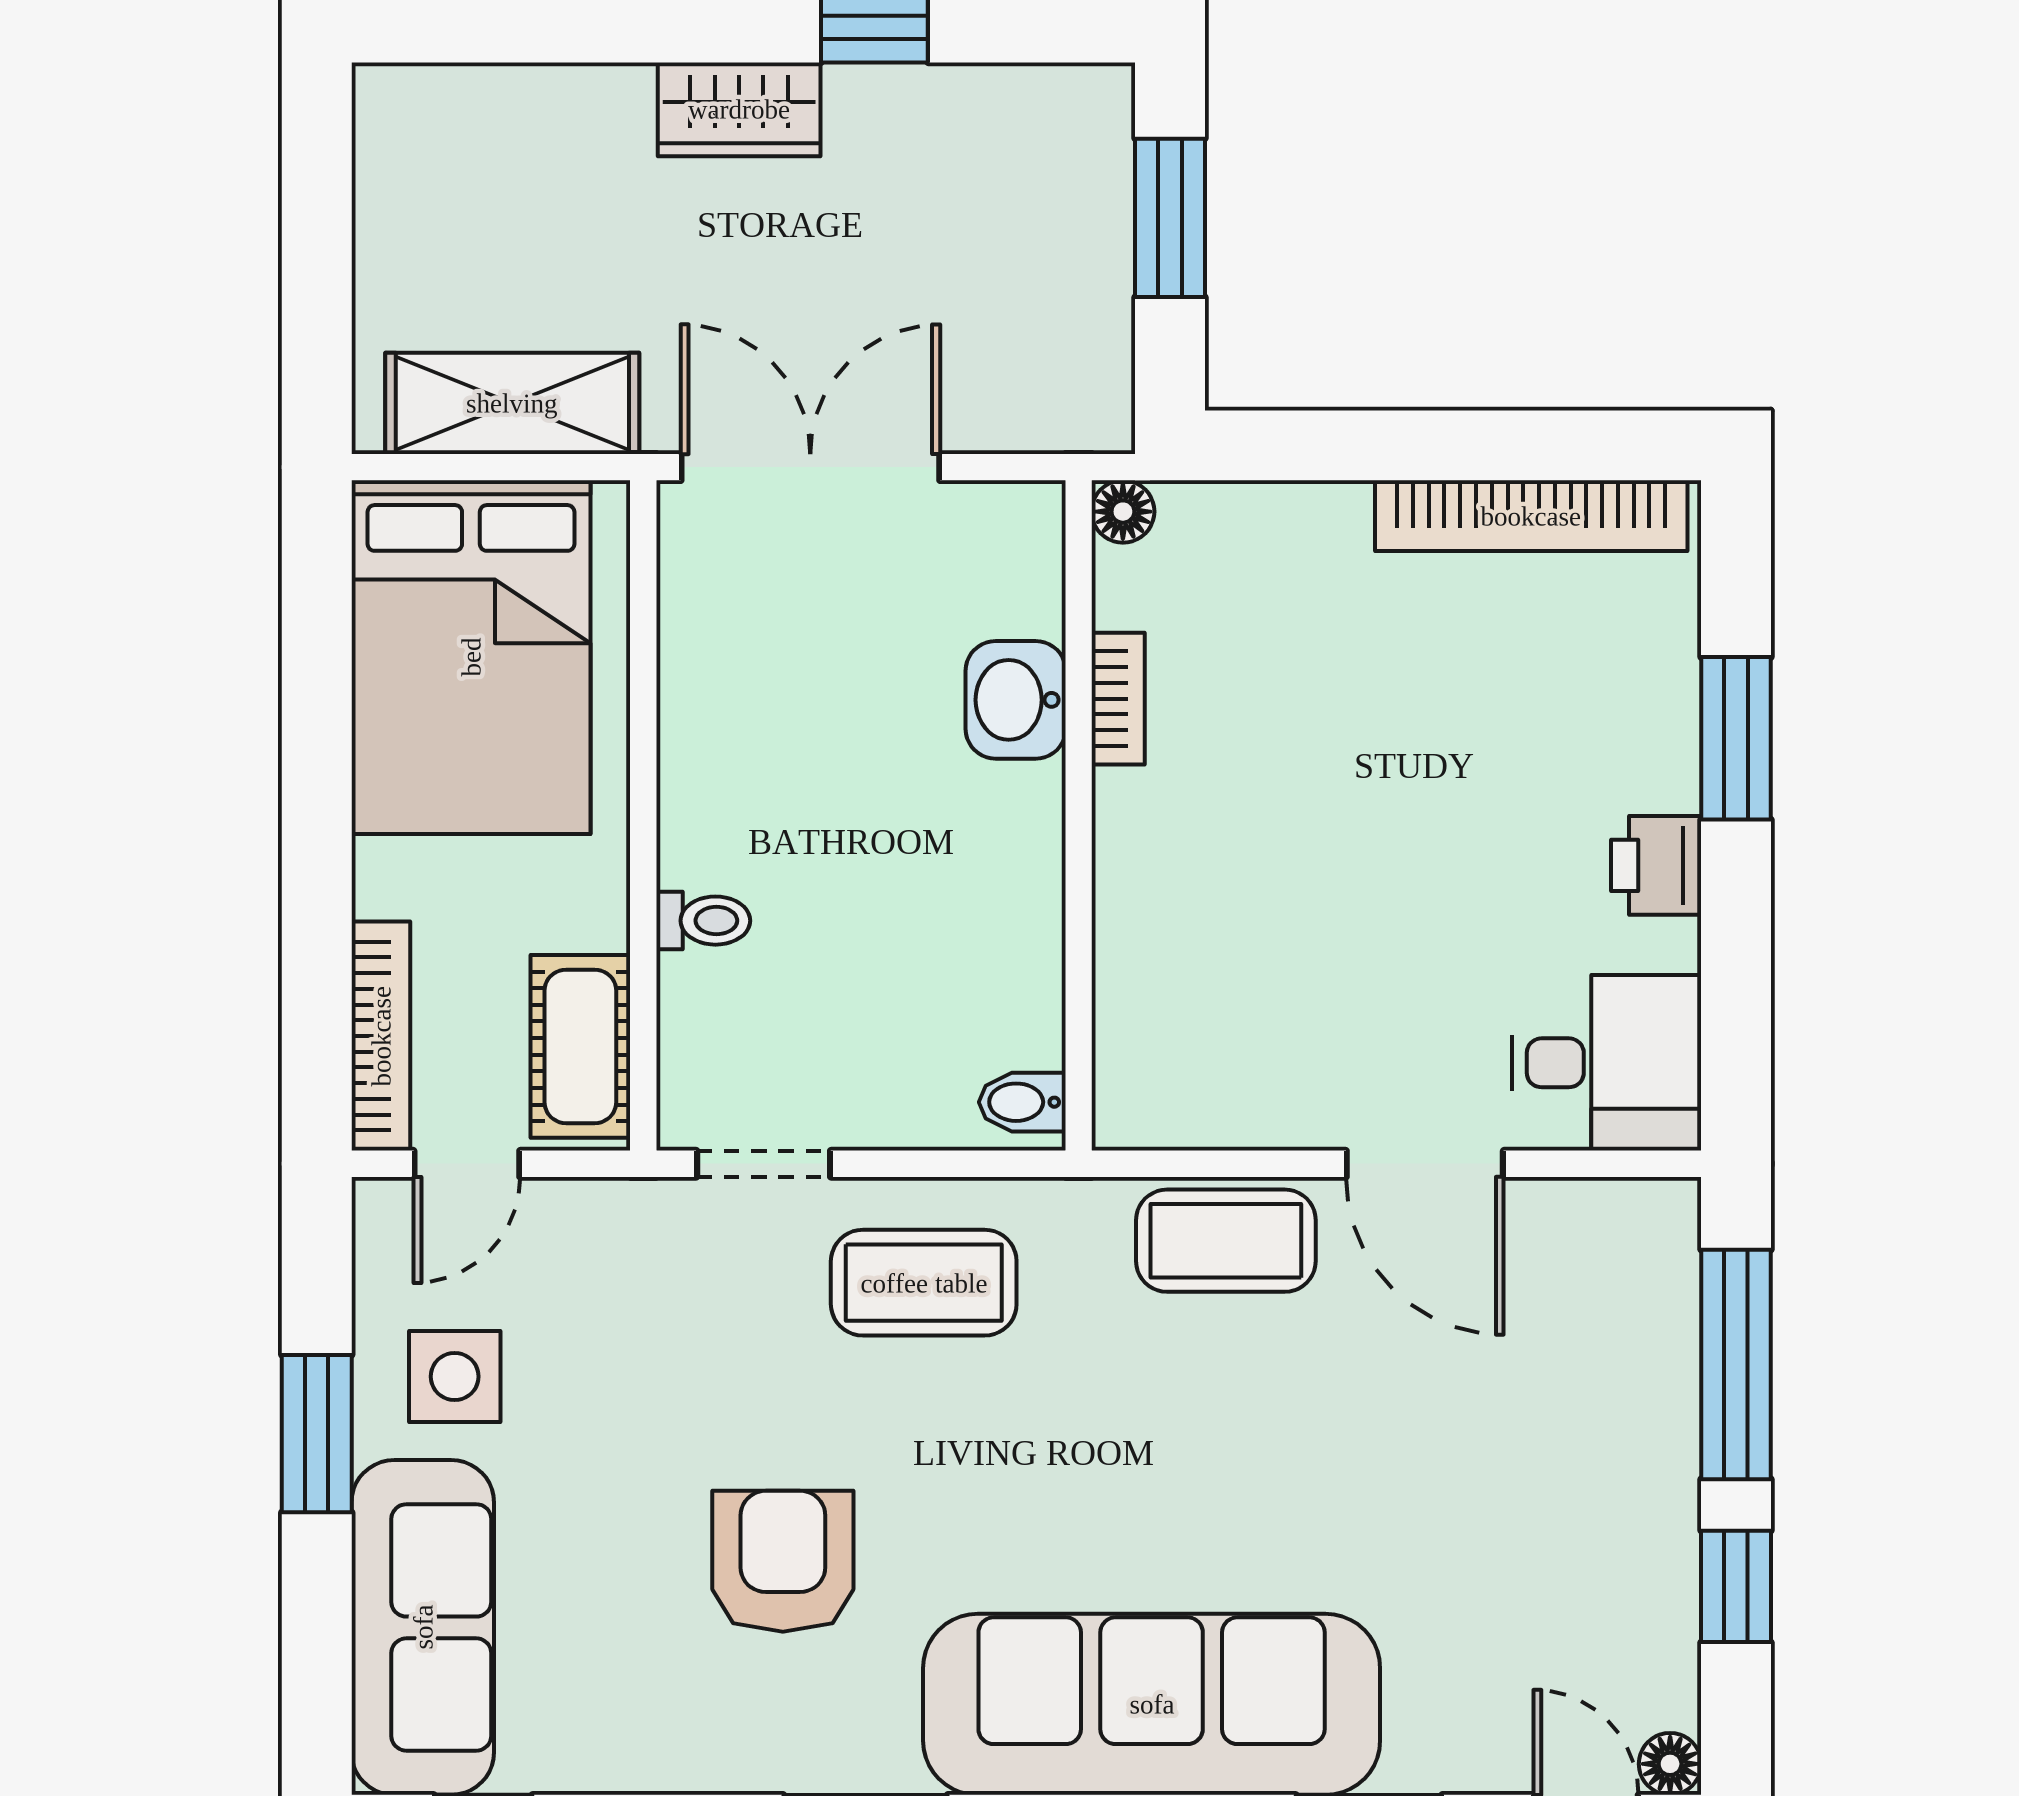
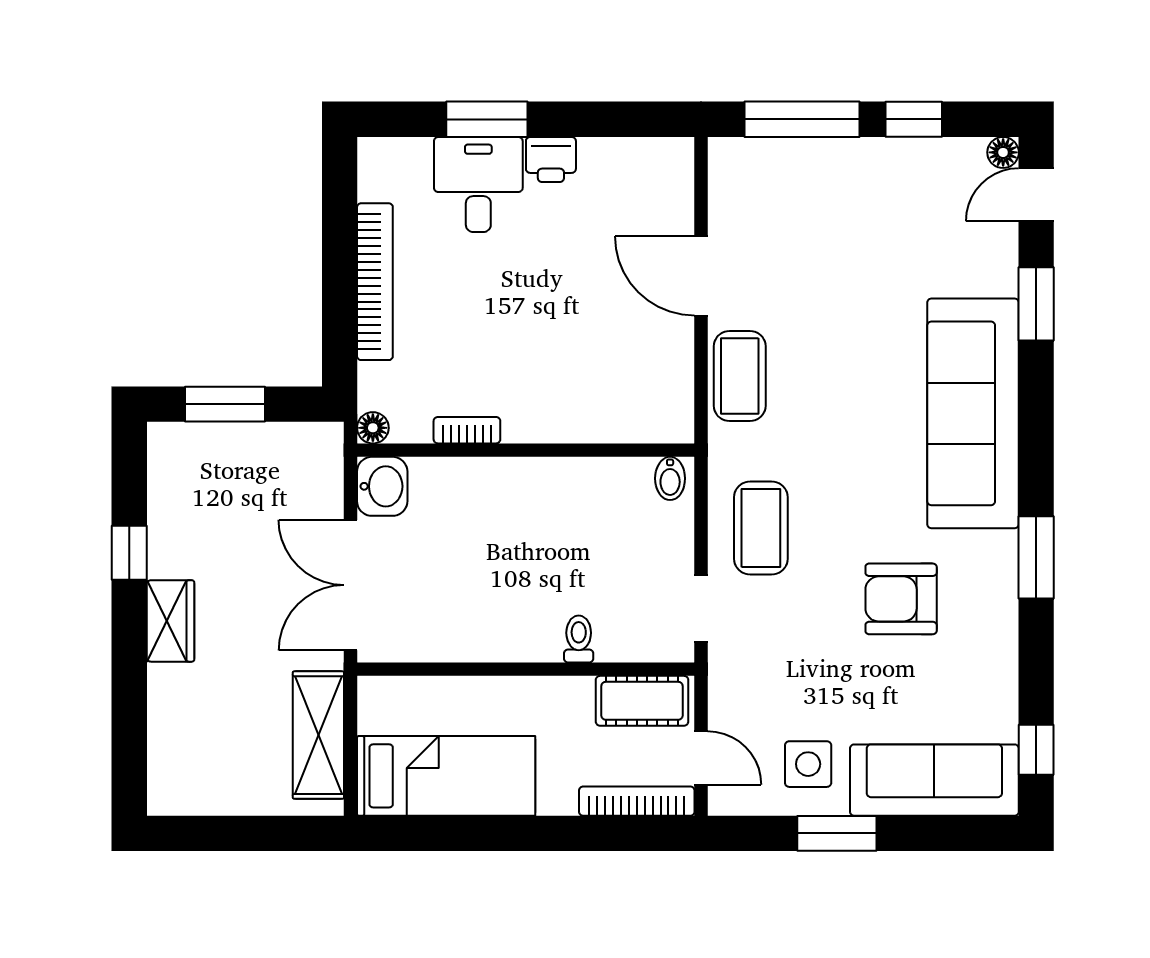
bookcase: (1531, 516) -> (375, 282), moved
bed: (471, 657) -> (446, 776), width x0.67
washbasin: (1016, 700) -> (382, 486), moved, turned -90
desk: (1606, 1063) -> (478, 184), moved
door: (1425, 1164) -> (701, 276), swing flipped

